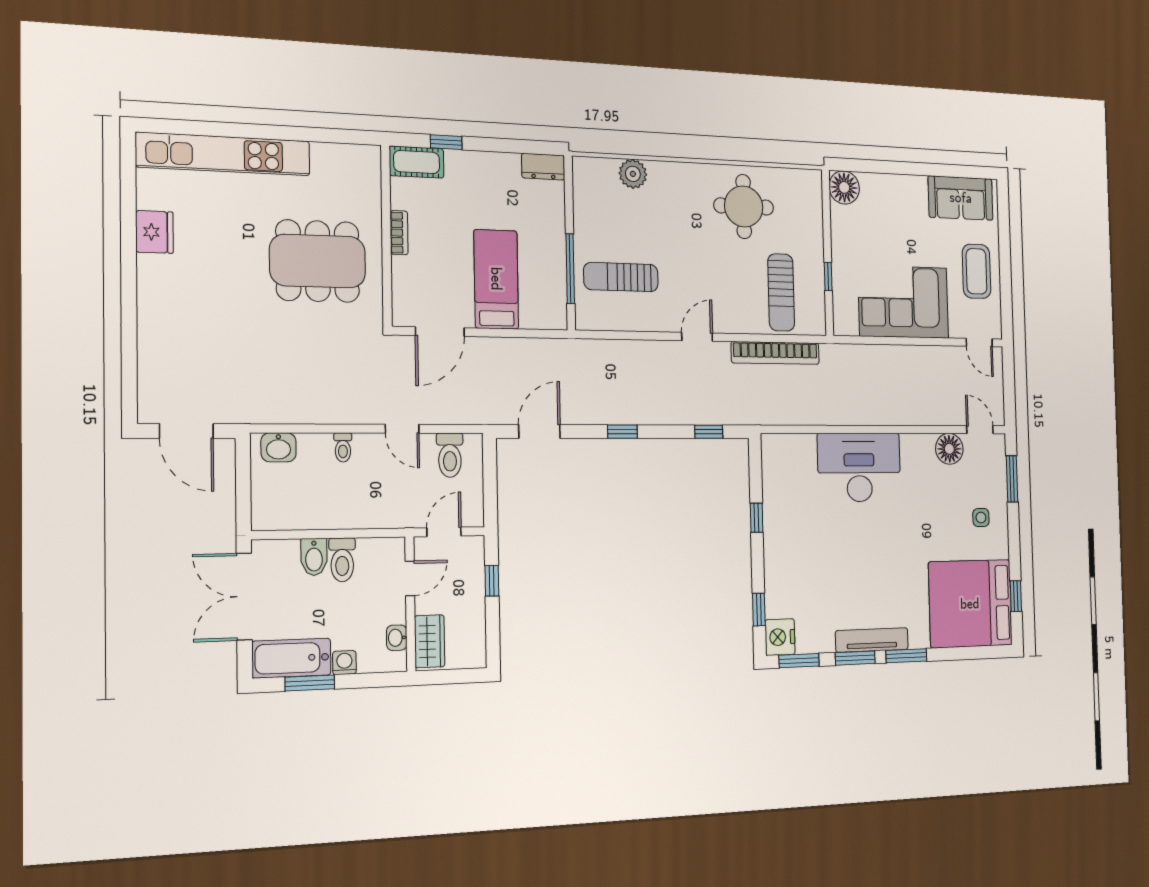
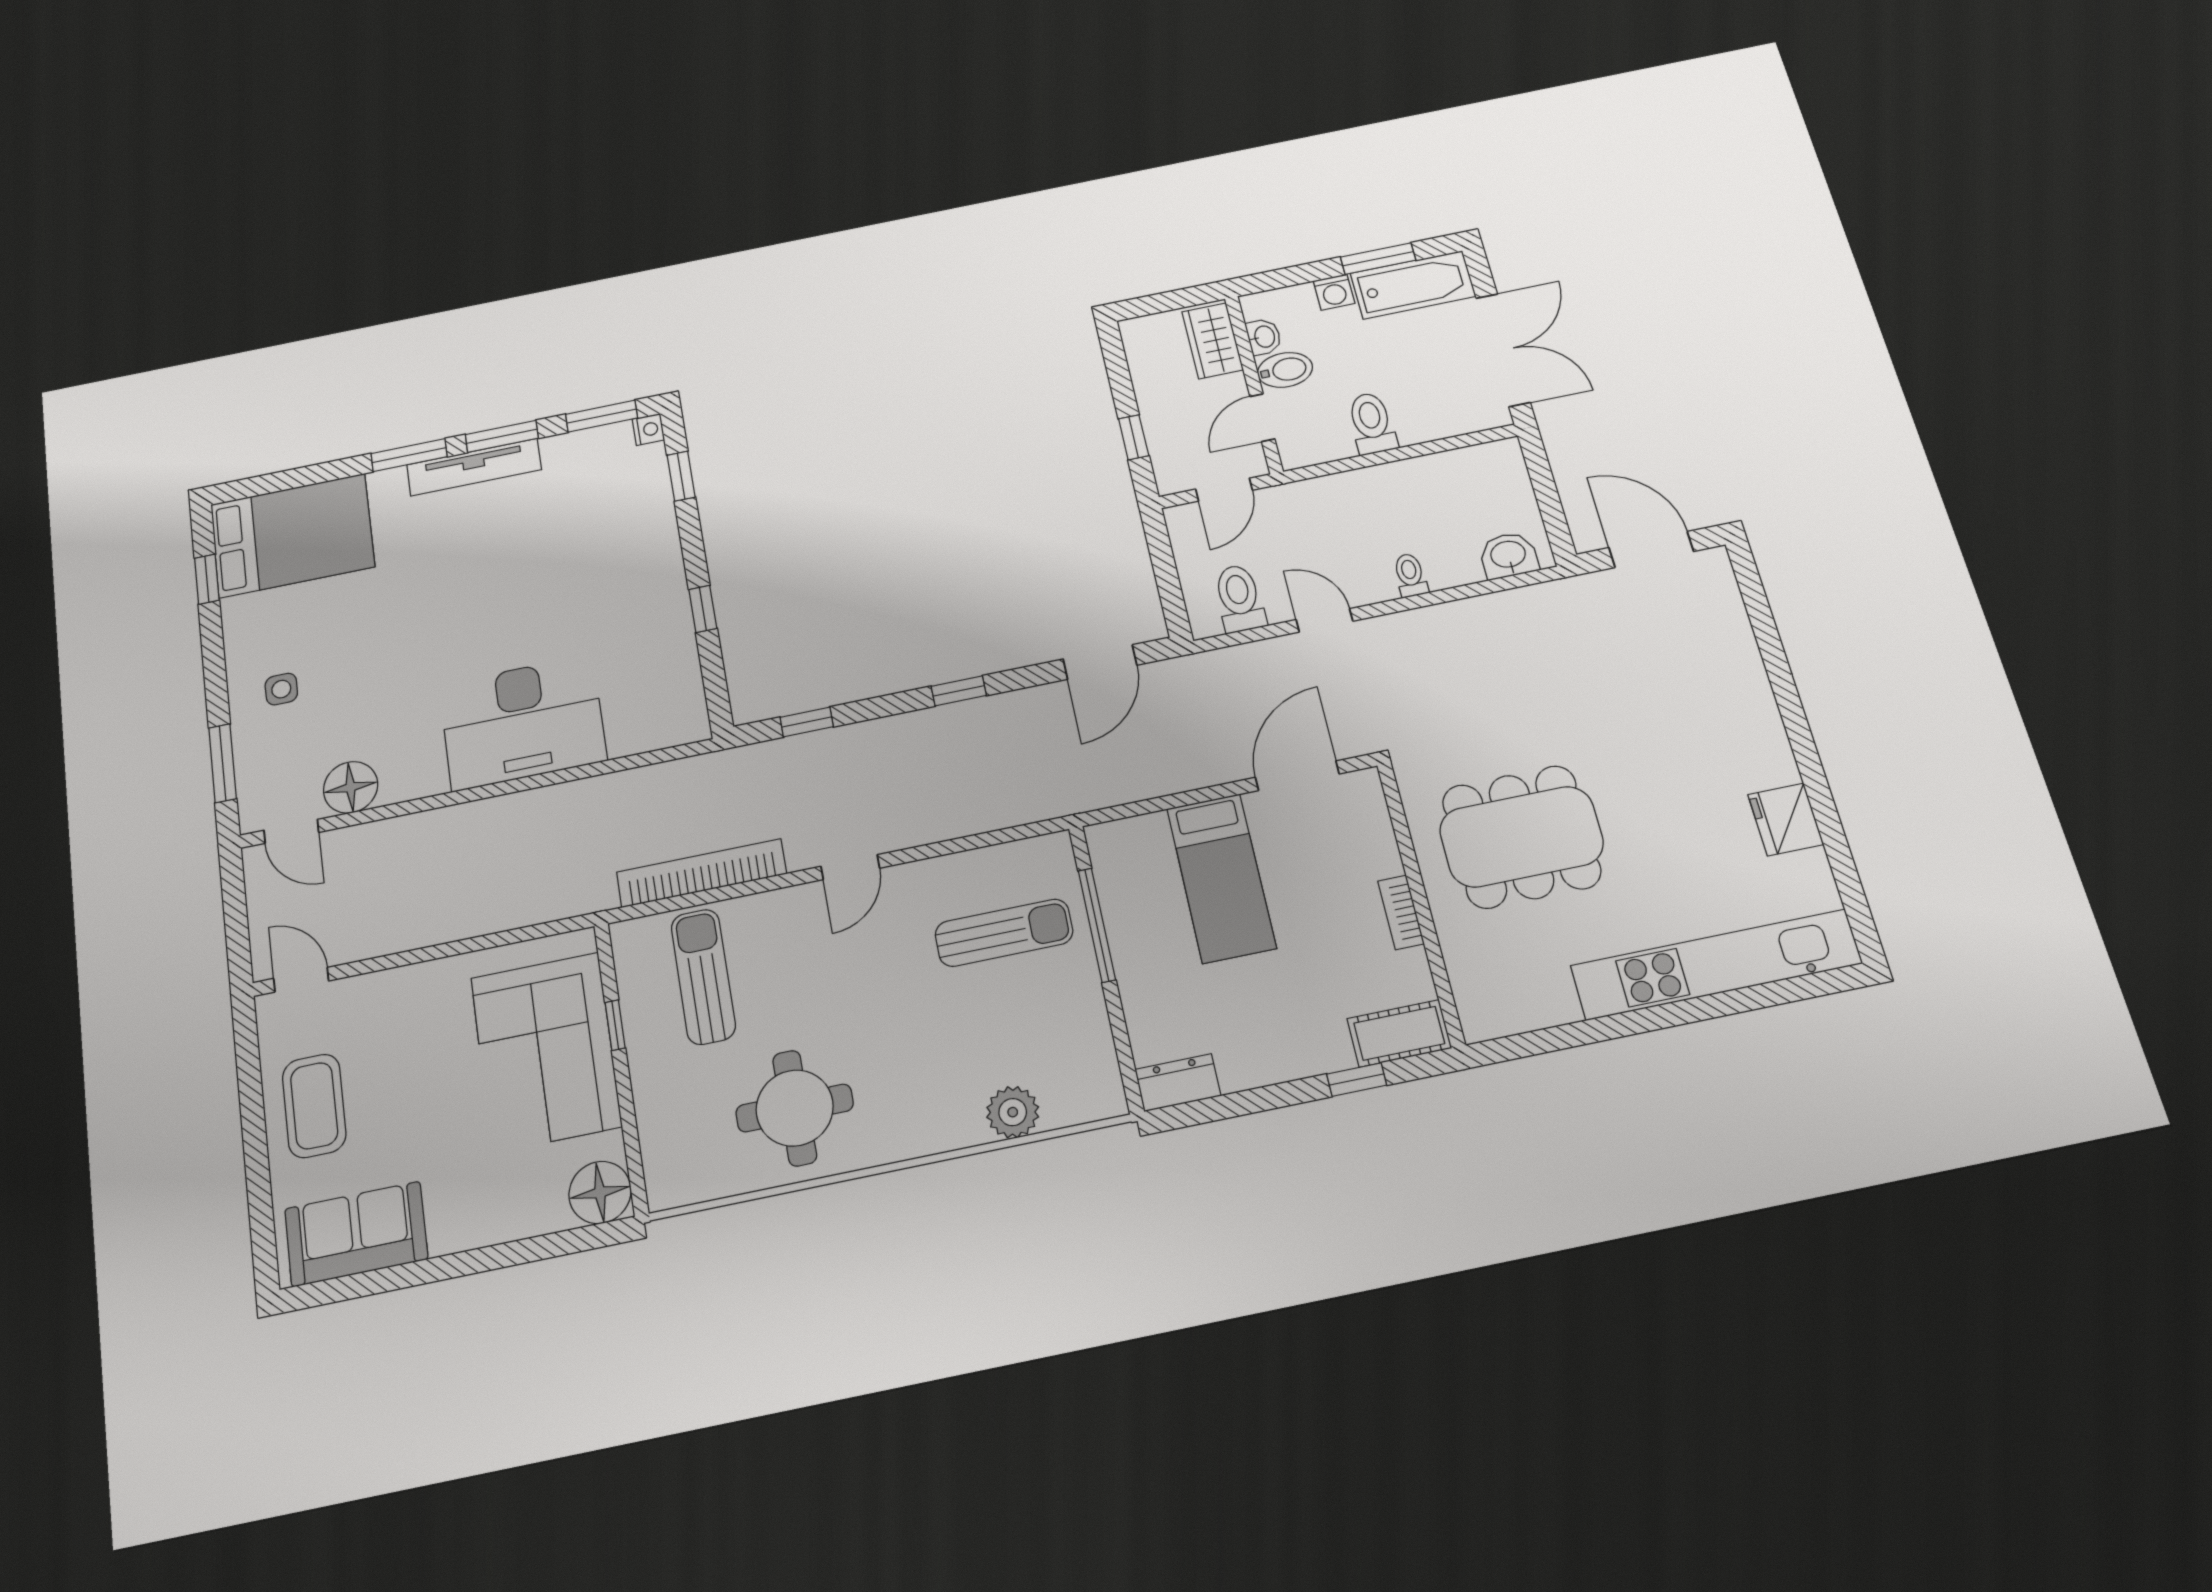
corner sofa: (903, 302) -> (546, 1052), moved, turned 90
bidet: (314, 557) -> (1285, 370), moved, turned 90
bed: (970, 604) -> (292, 535), width x0.73
nightstand: (780, 637) -> (648, 429), width x0.53, depth x0.56

